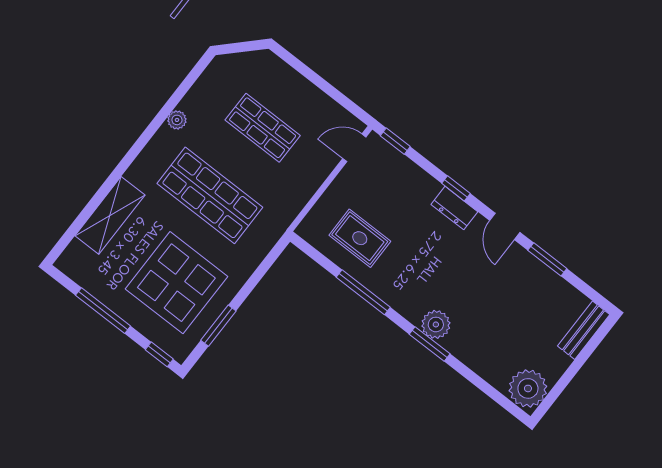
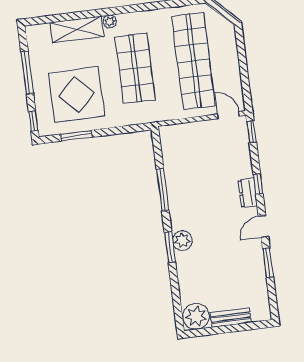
plant: (177, 120) -> (110, 21), moved
shop shelf: (263, 128) -> (193, 61), width x2.00, depth x1.36
rug: (360, 238) -> (187, 162), removed
bench: (584, 330) -> (231, 318), moved

